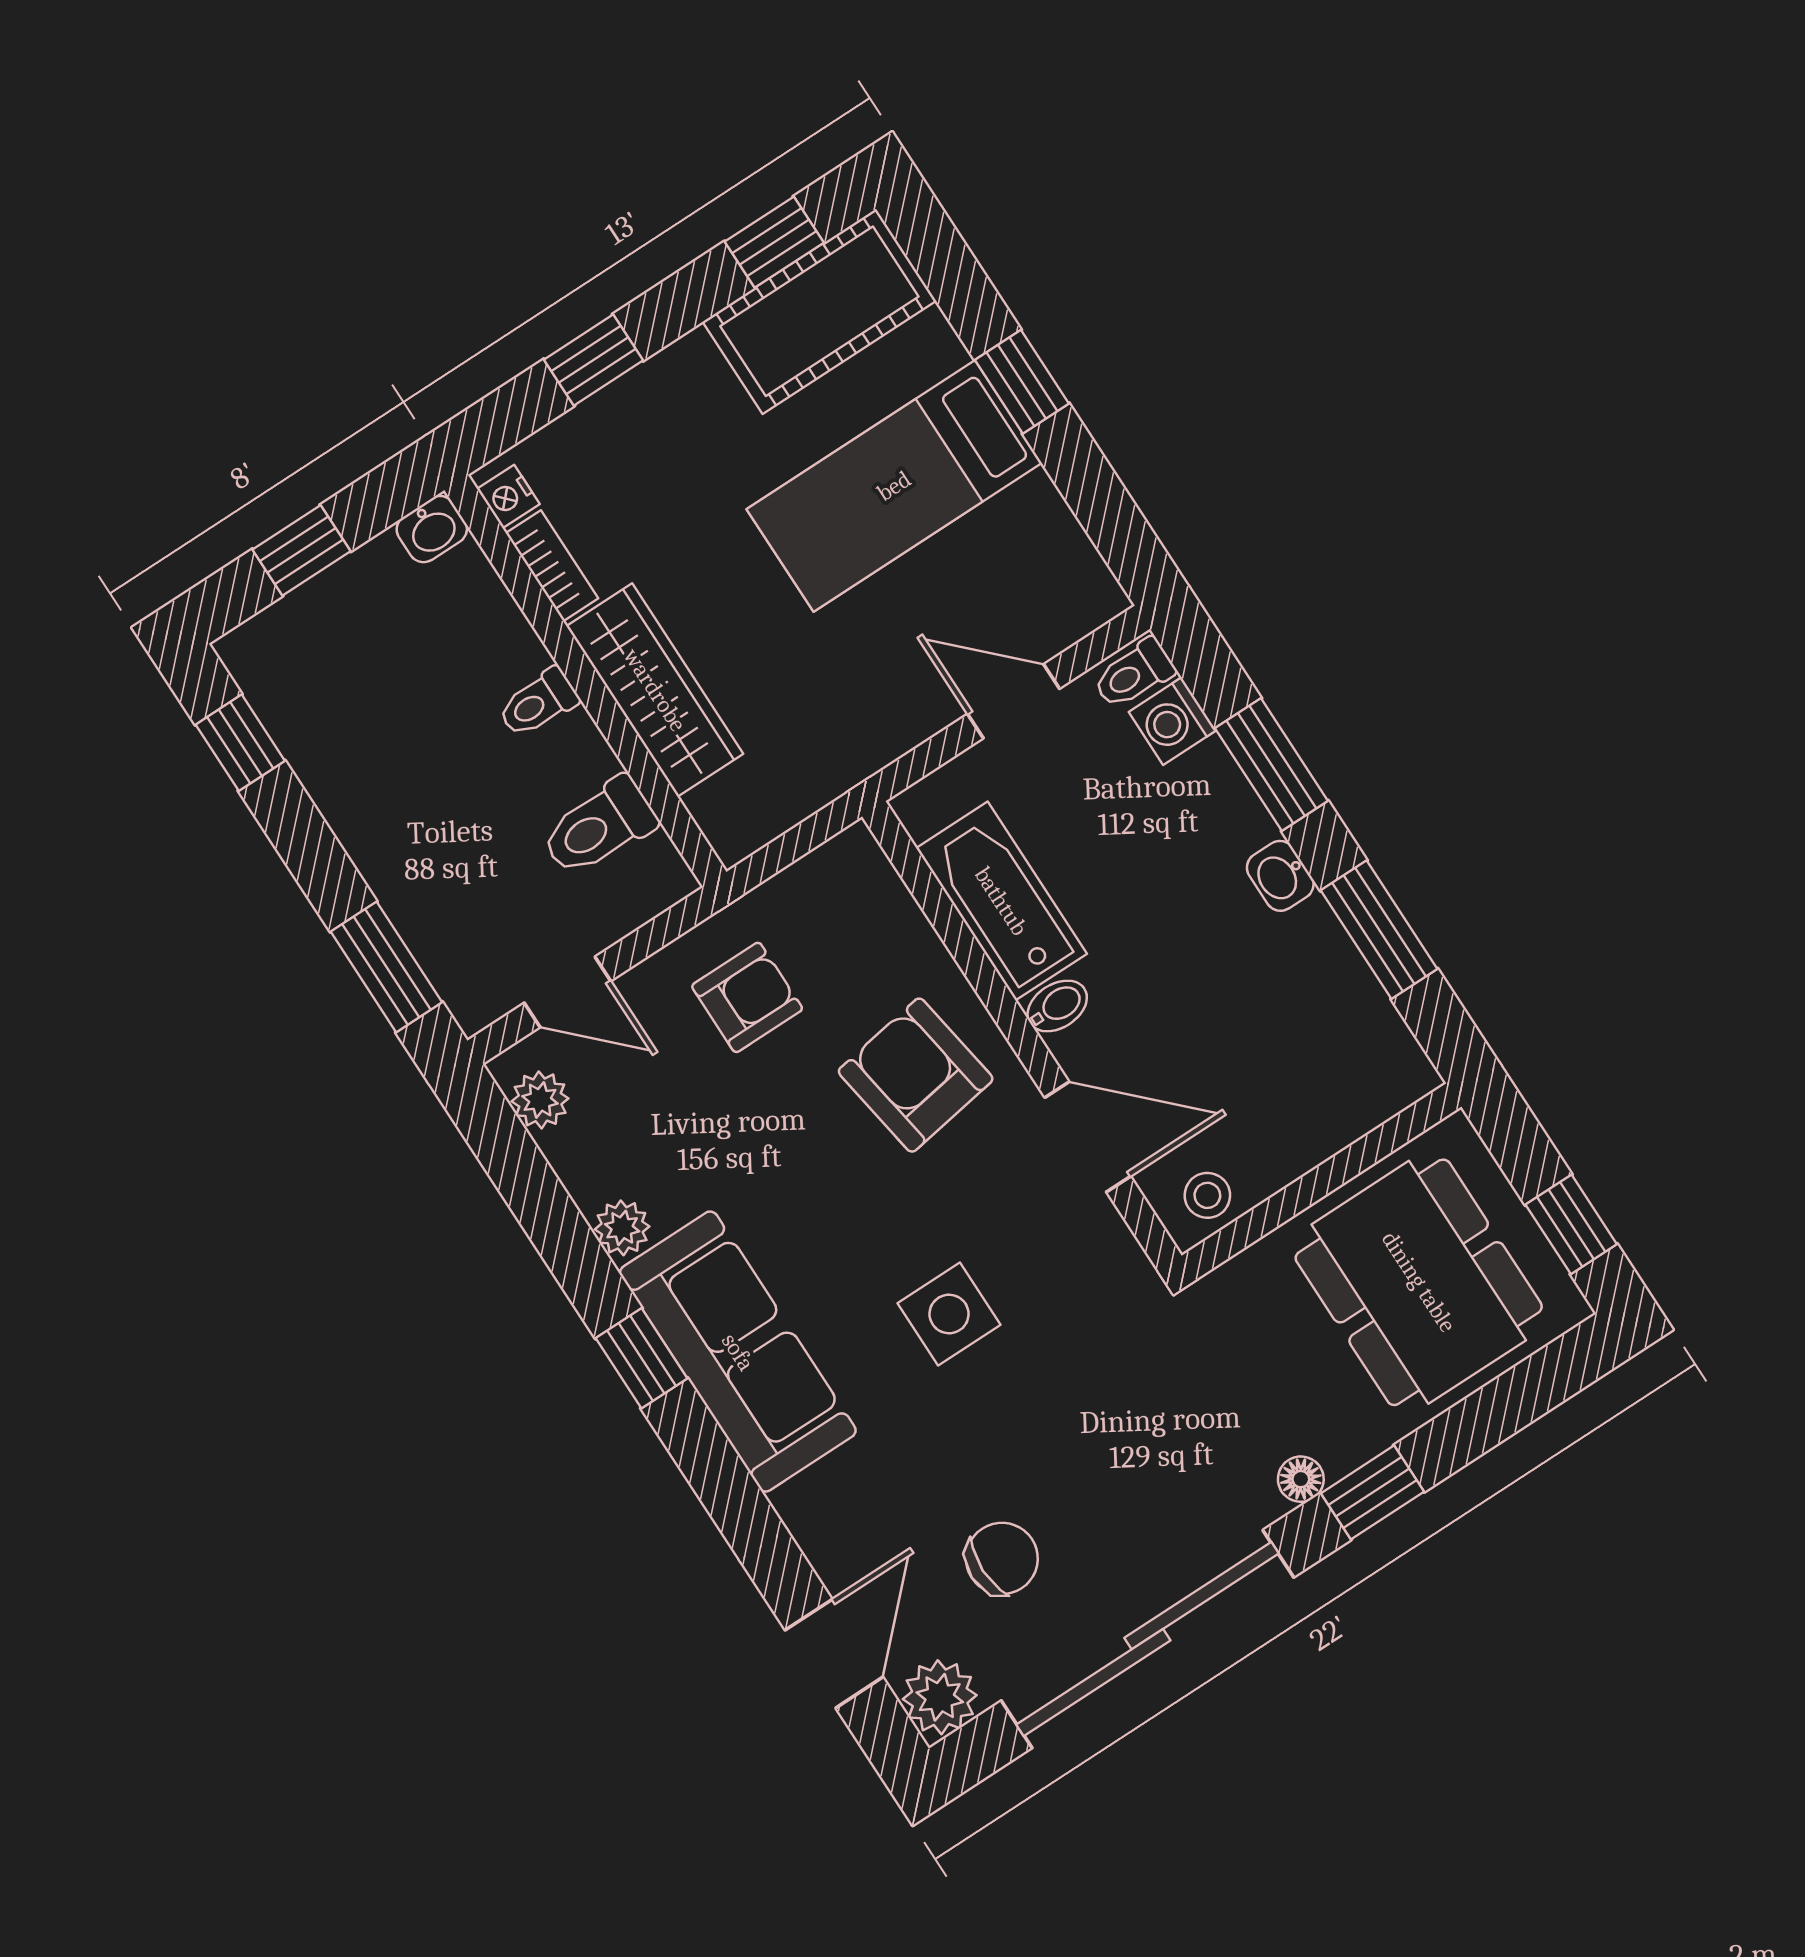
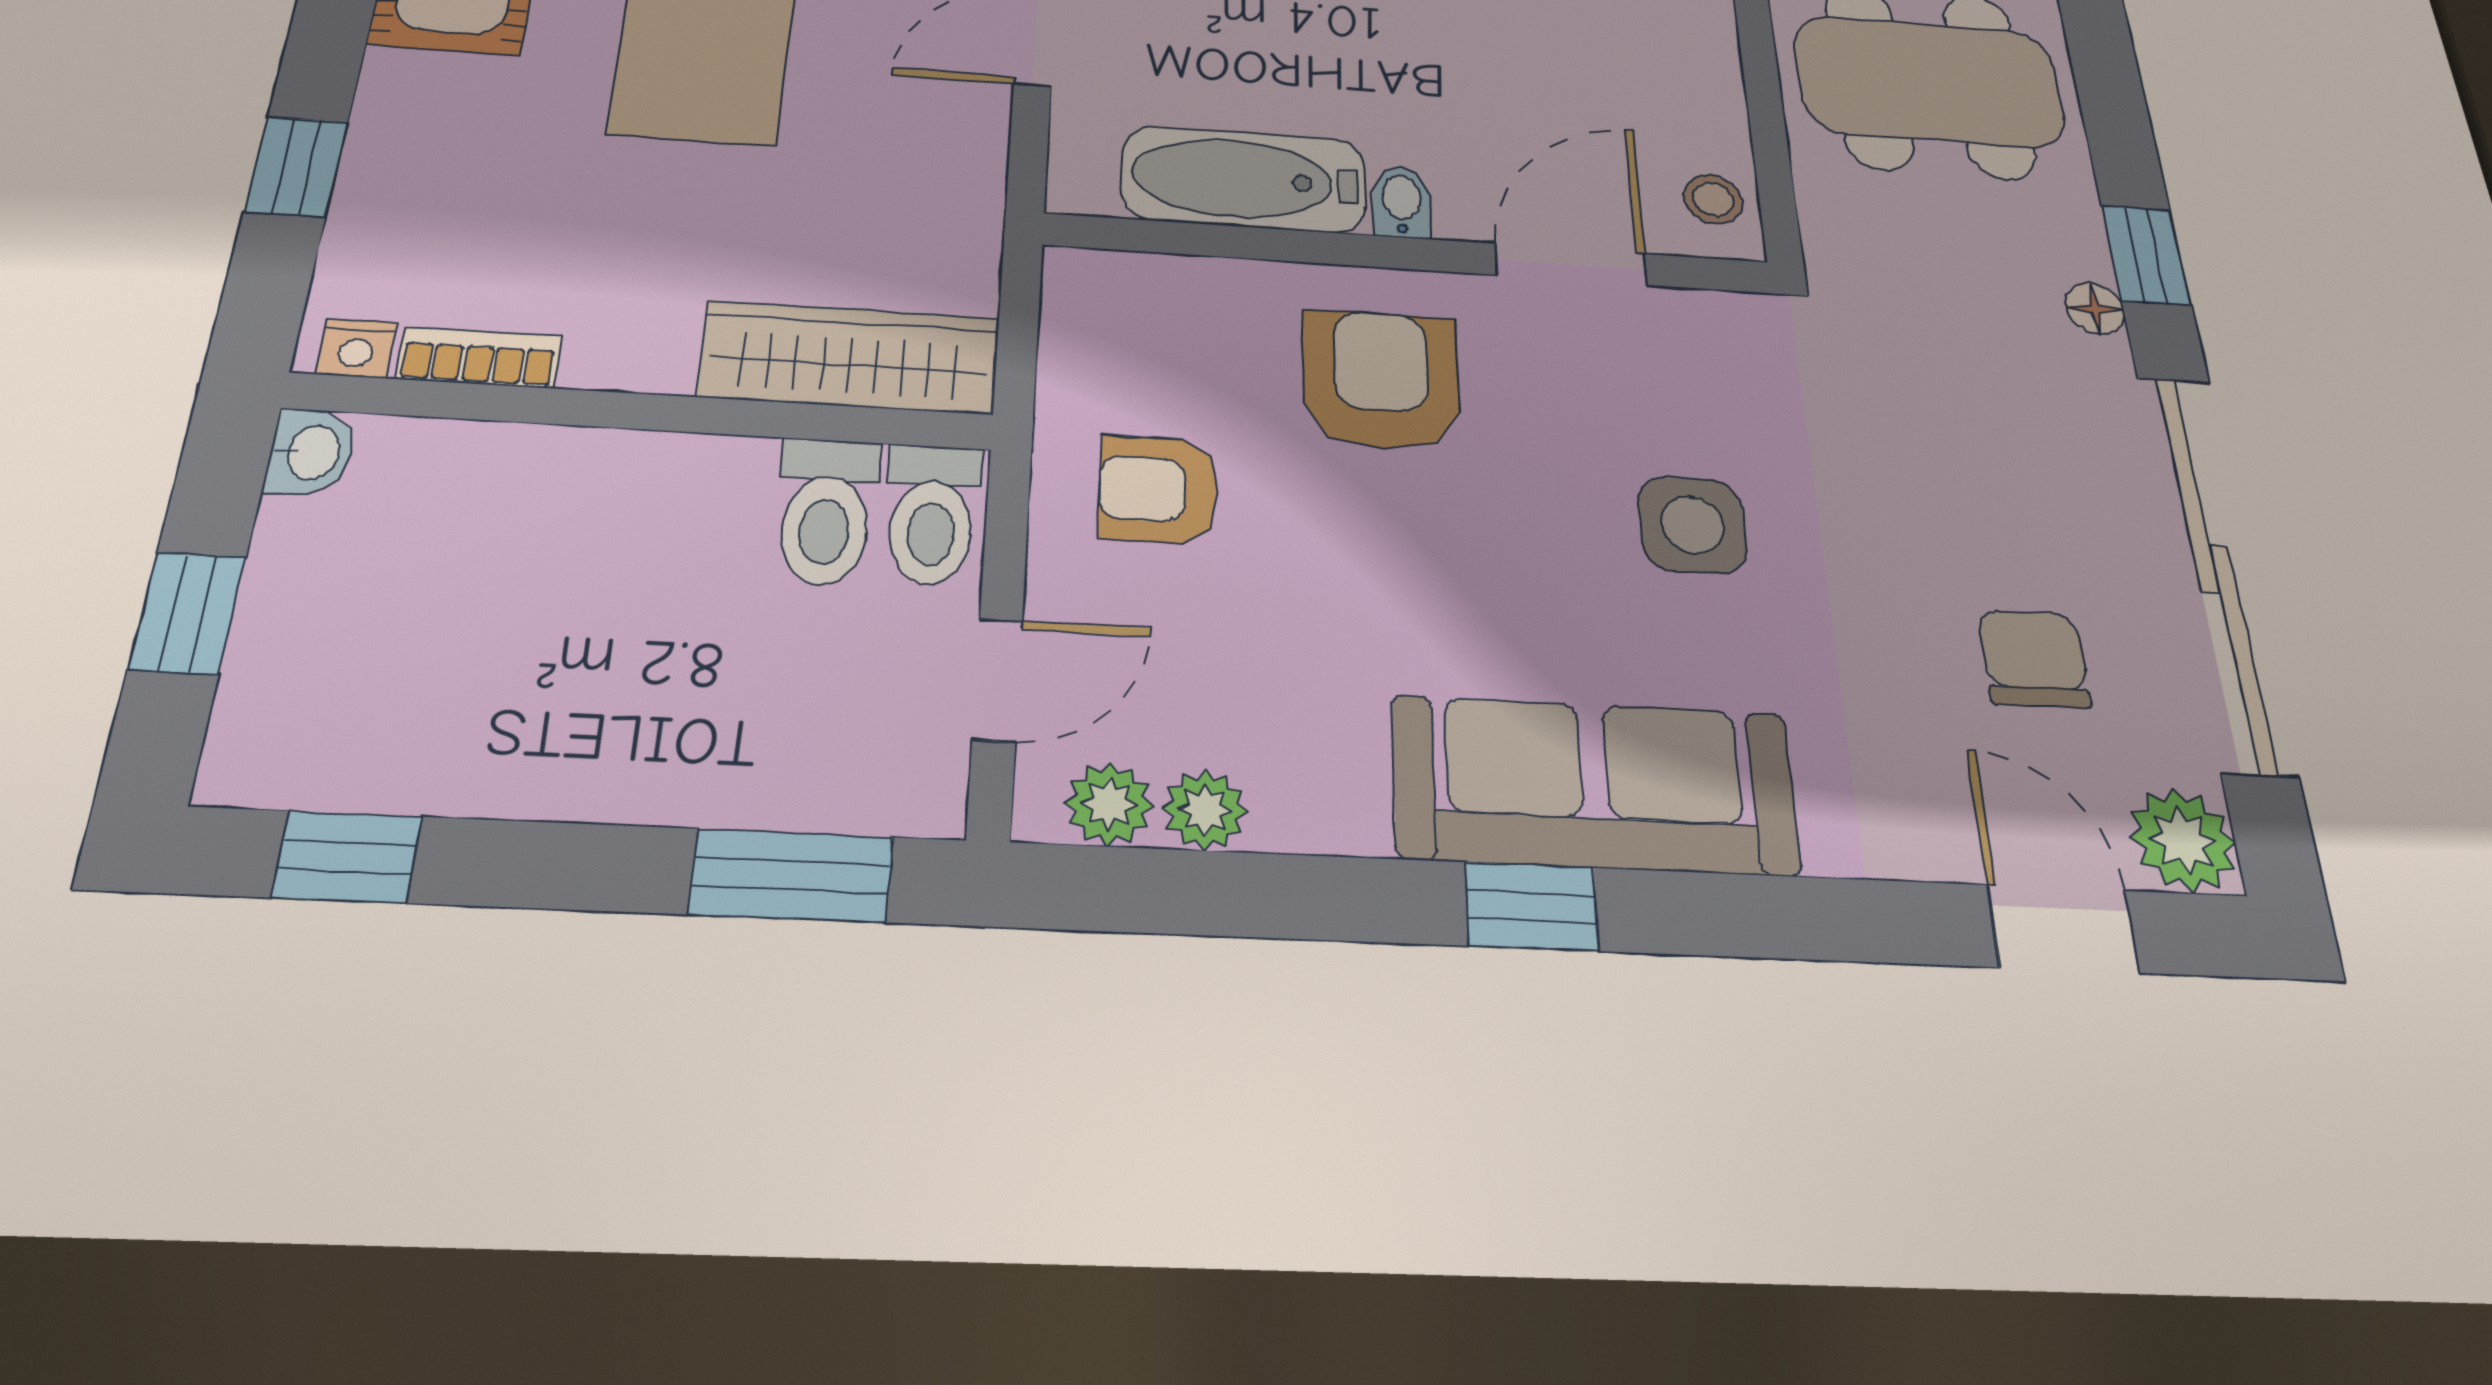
wardrobe: (655, 690) -> (850, 357), moved
toilet: (538, 703) -> (932, 514), moved, width x1.37, depth x1.39
armchair: (747, 997) -> (1159, 490), turned -90
armchair: (916, 1075) -> (1381, 380), turned 99
plant: (622, 1228) -> (1205, 810), moved

